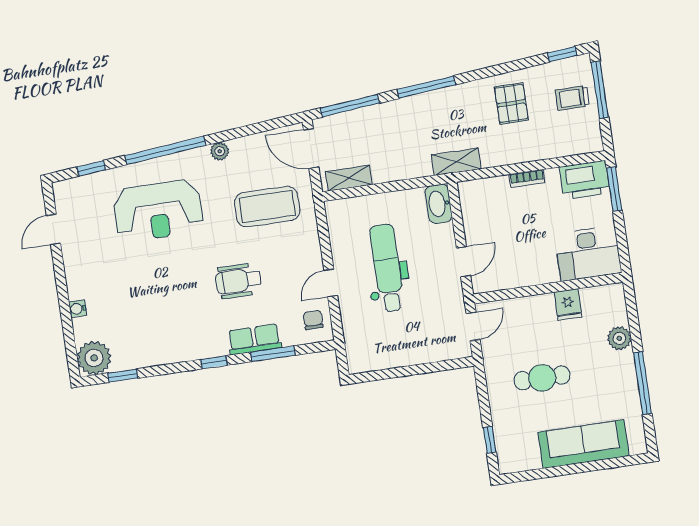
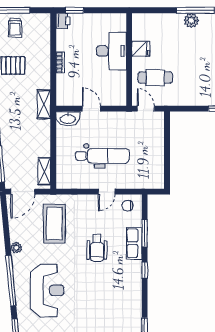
printer: (585, 180) -> (63, 21), width x0.53, depth x0.68
window: (614, 189) -> (74, 10), width x0.67
desk: (588, 253) -> (111, 51), moved
door: (464, 262) -> (91, 109), moved
dental chair: (387, 268) -> (102, 156), turned 180
door: (331, 283) -> (107, 192), hinge flipped
plant: (619, 338) -> (191, 20), moved
cafe table: (542, 378) -> (155, 77), moved, turned 90

